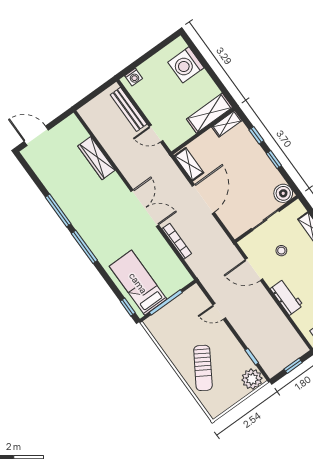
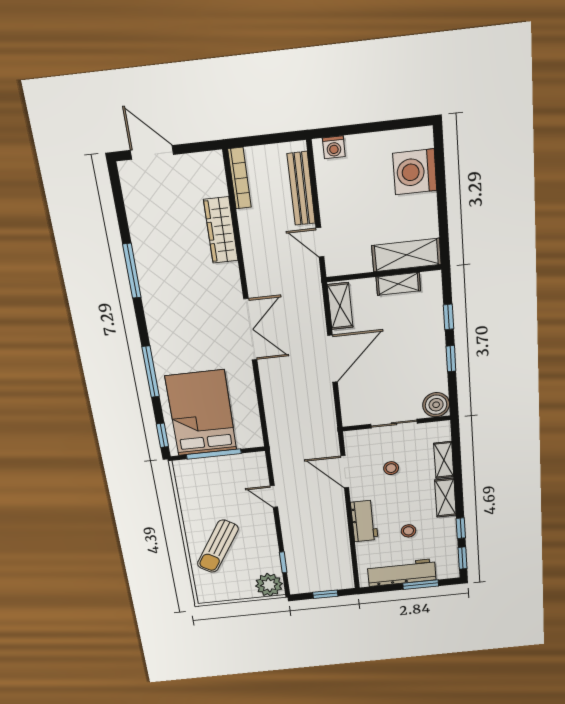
shelving: (227, 124) -> (398, 284), moved
bookcase: (177, 241) -> (239, 178), moved
window: (84, 247) -> (151, 372), moved
bed: (138, 283) -> (201, 413), width x1.50

